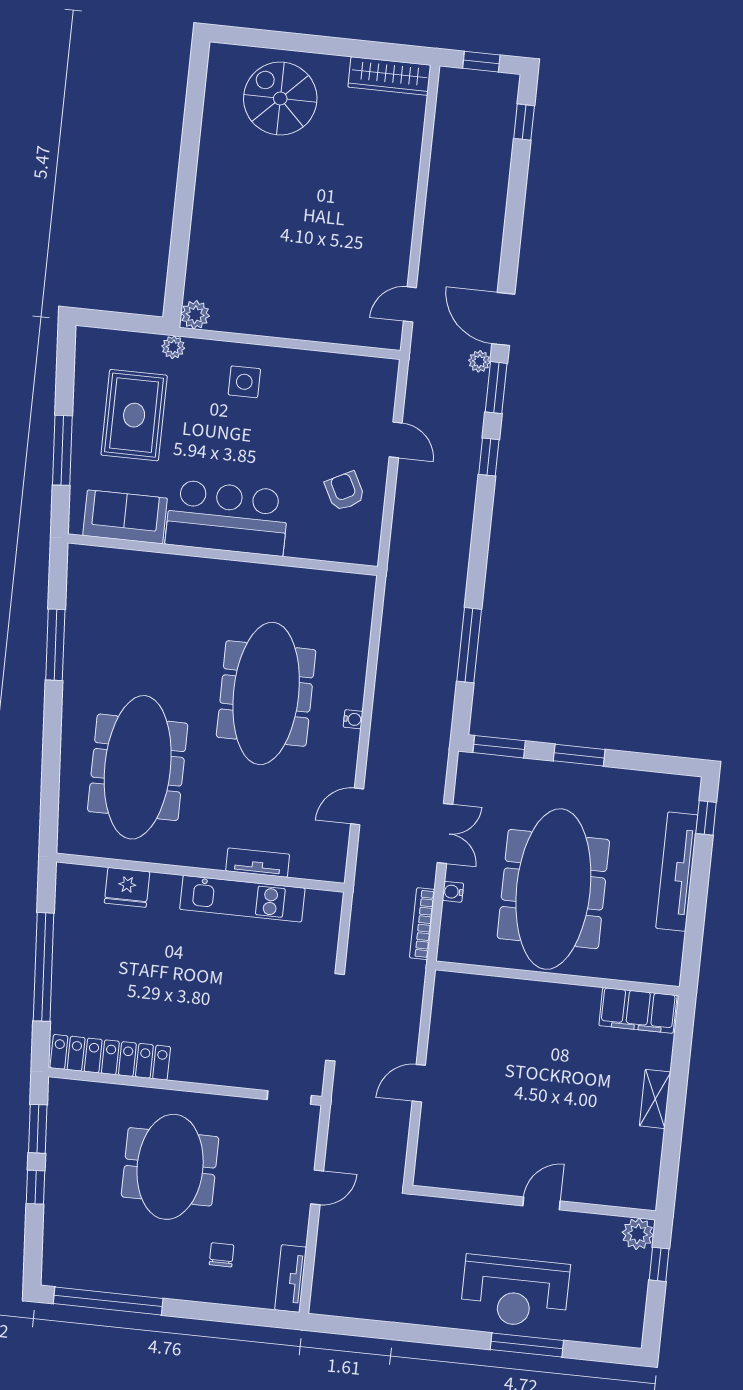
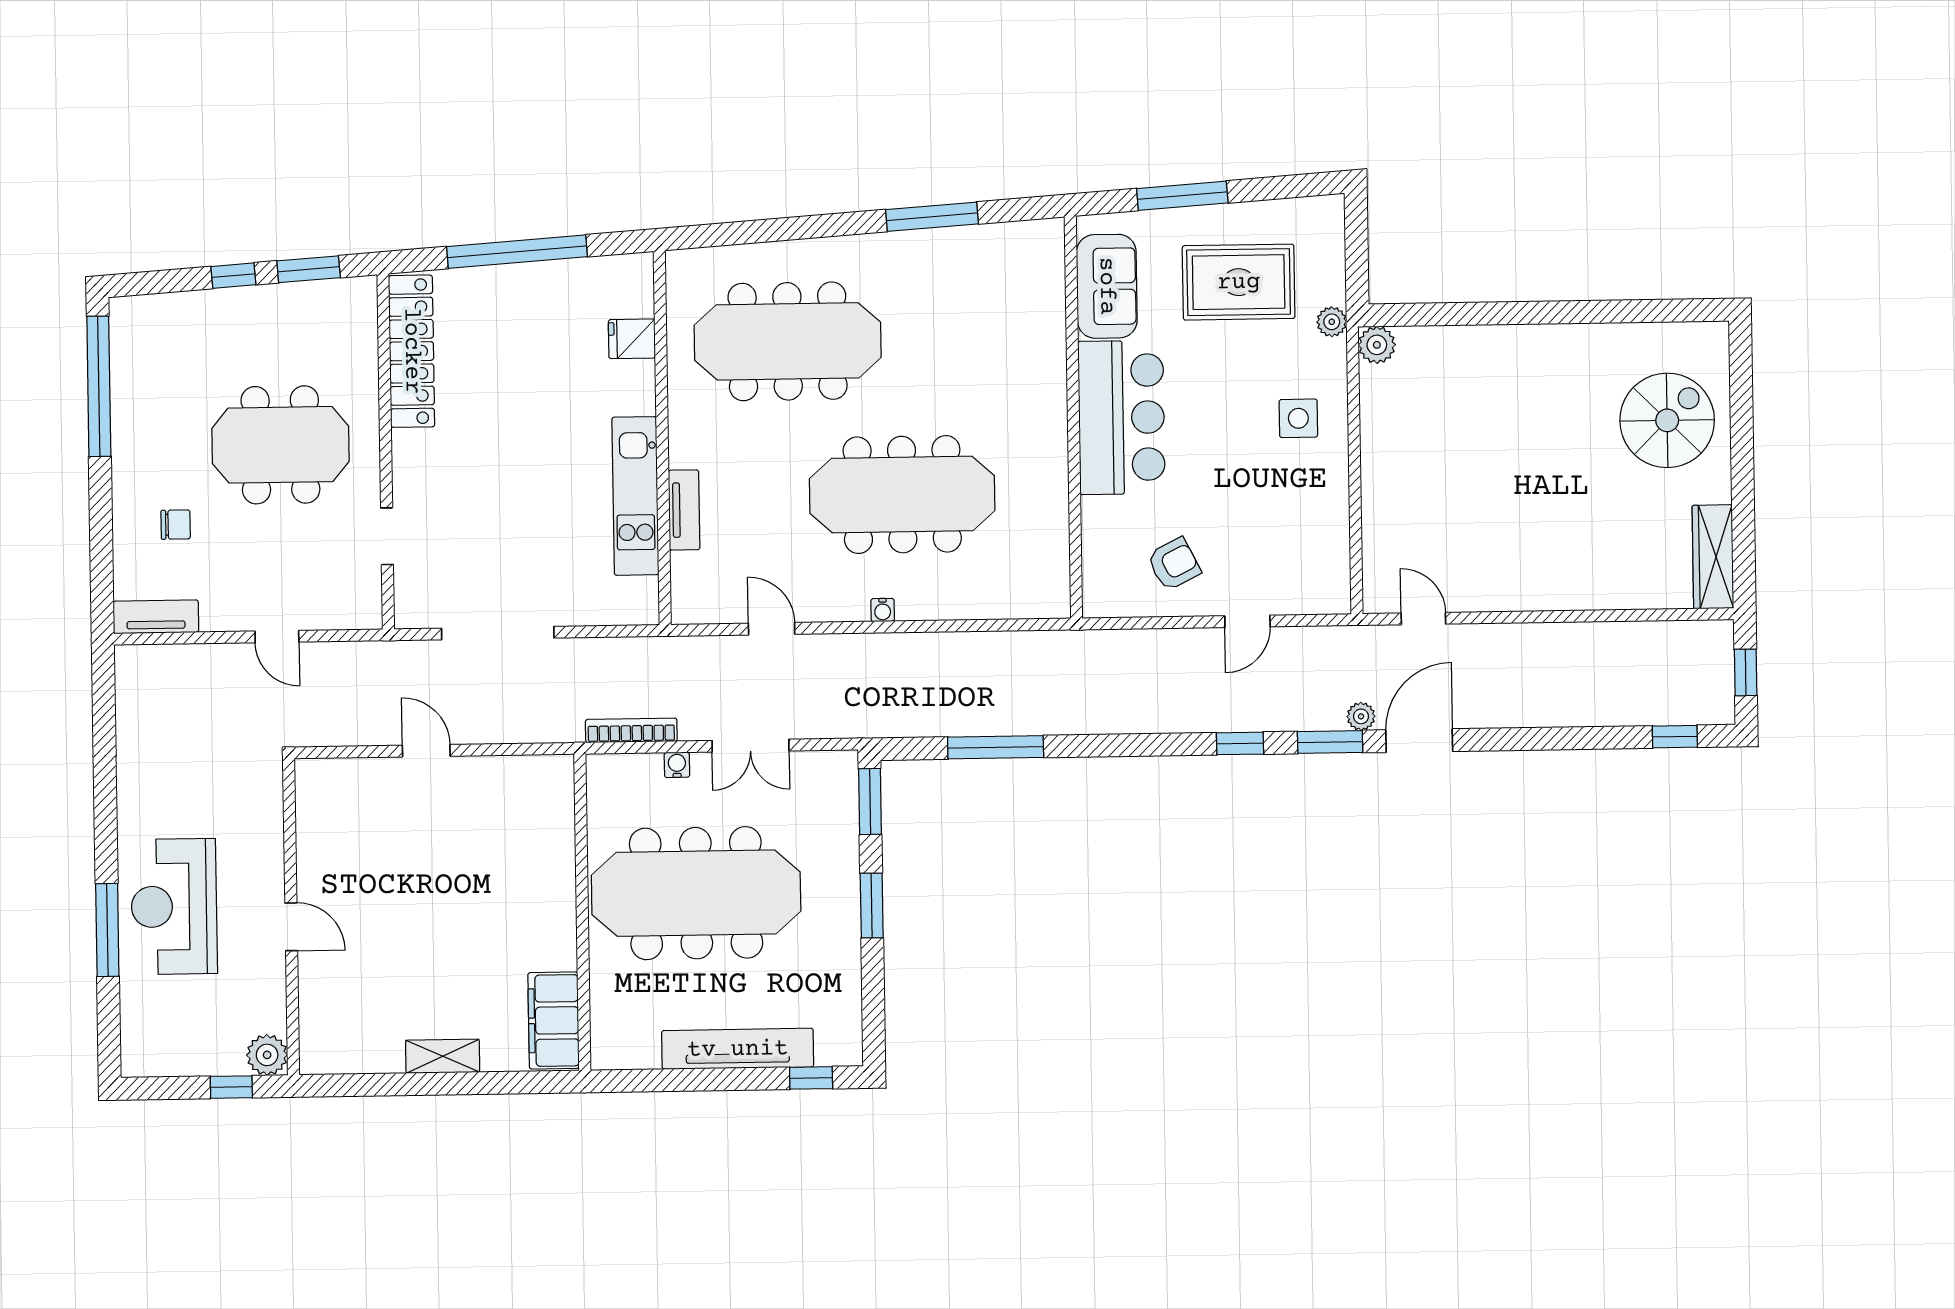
fridge: (127, 887) -> (632, 339), width x0.72
doorway: (289, 1097) -> (387, 536), moved

